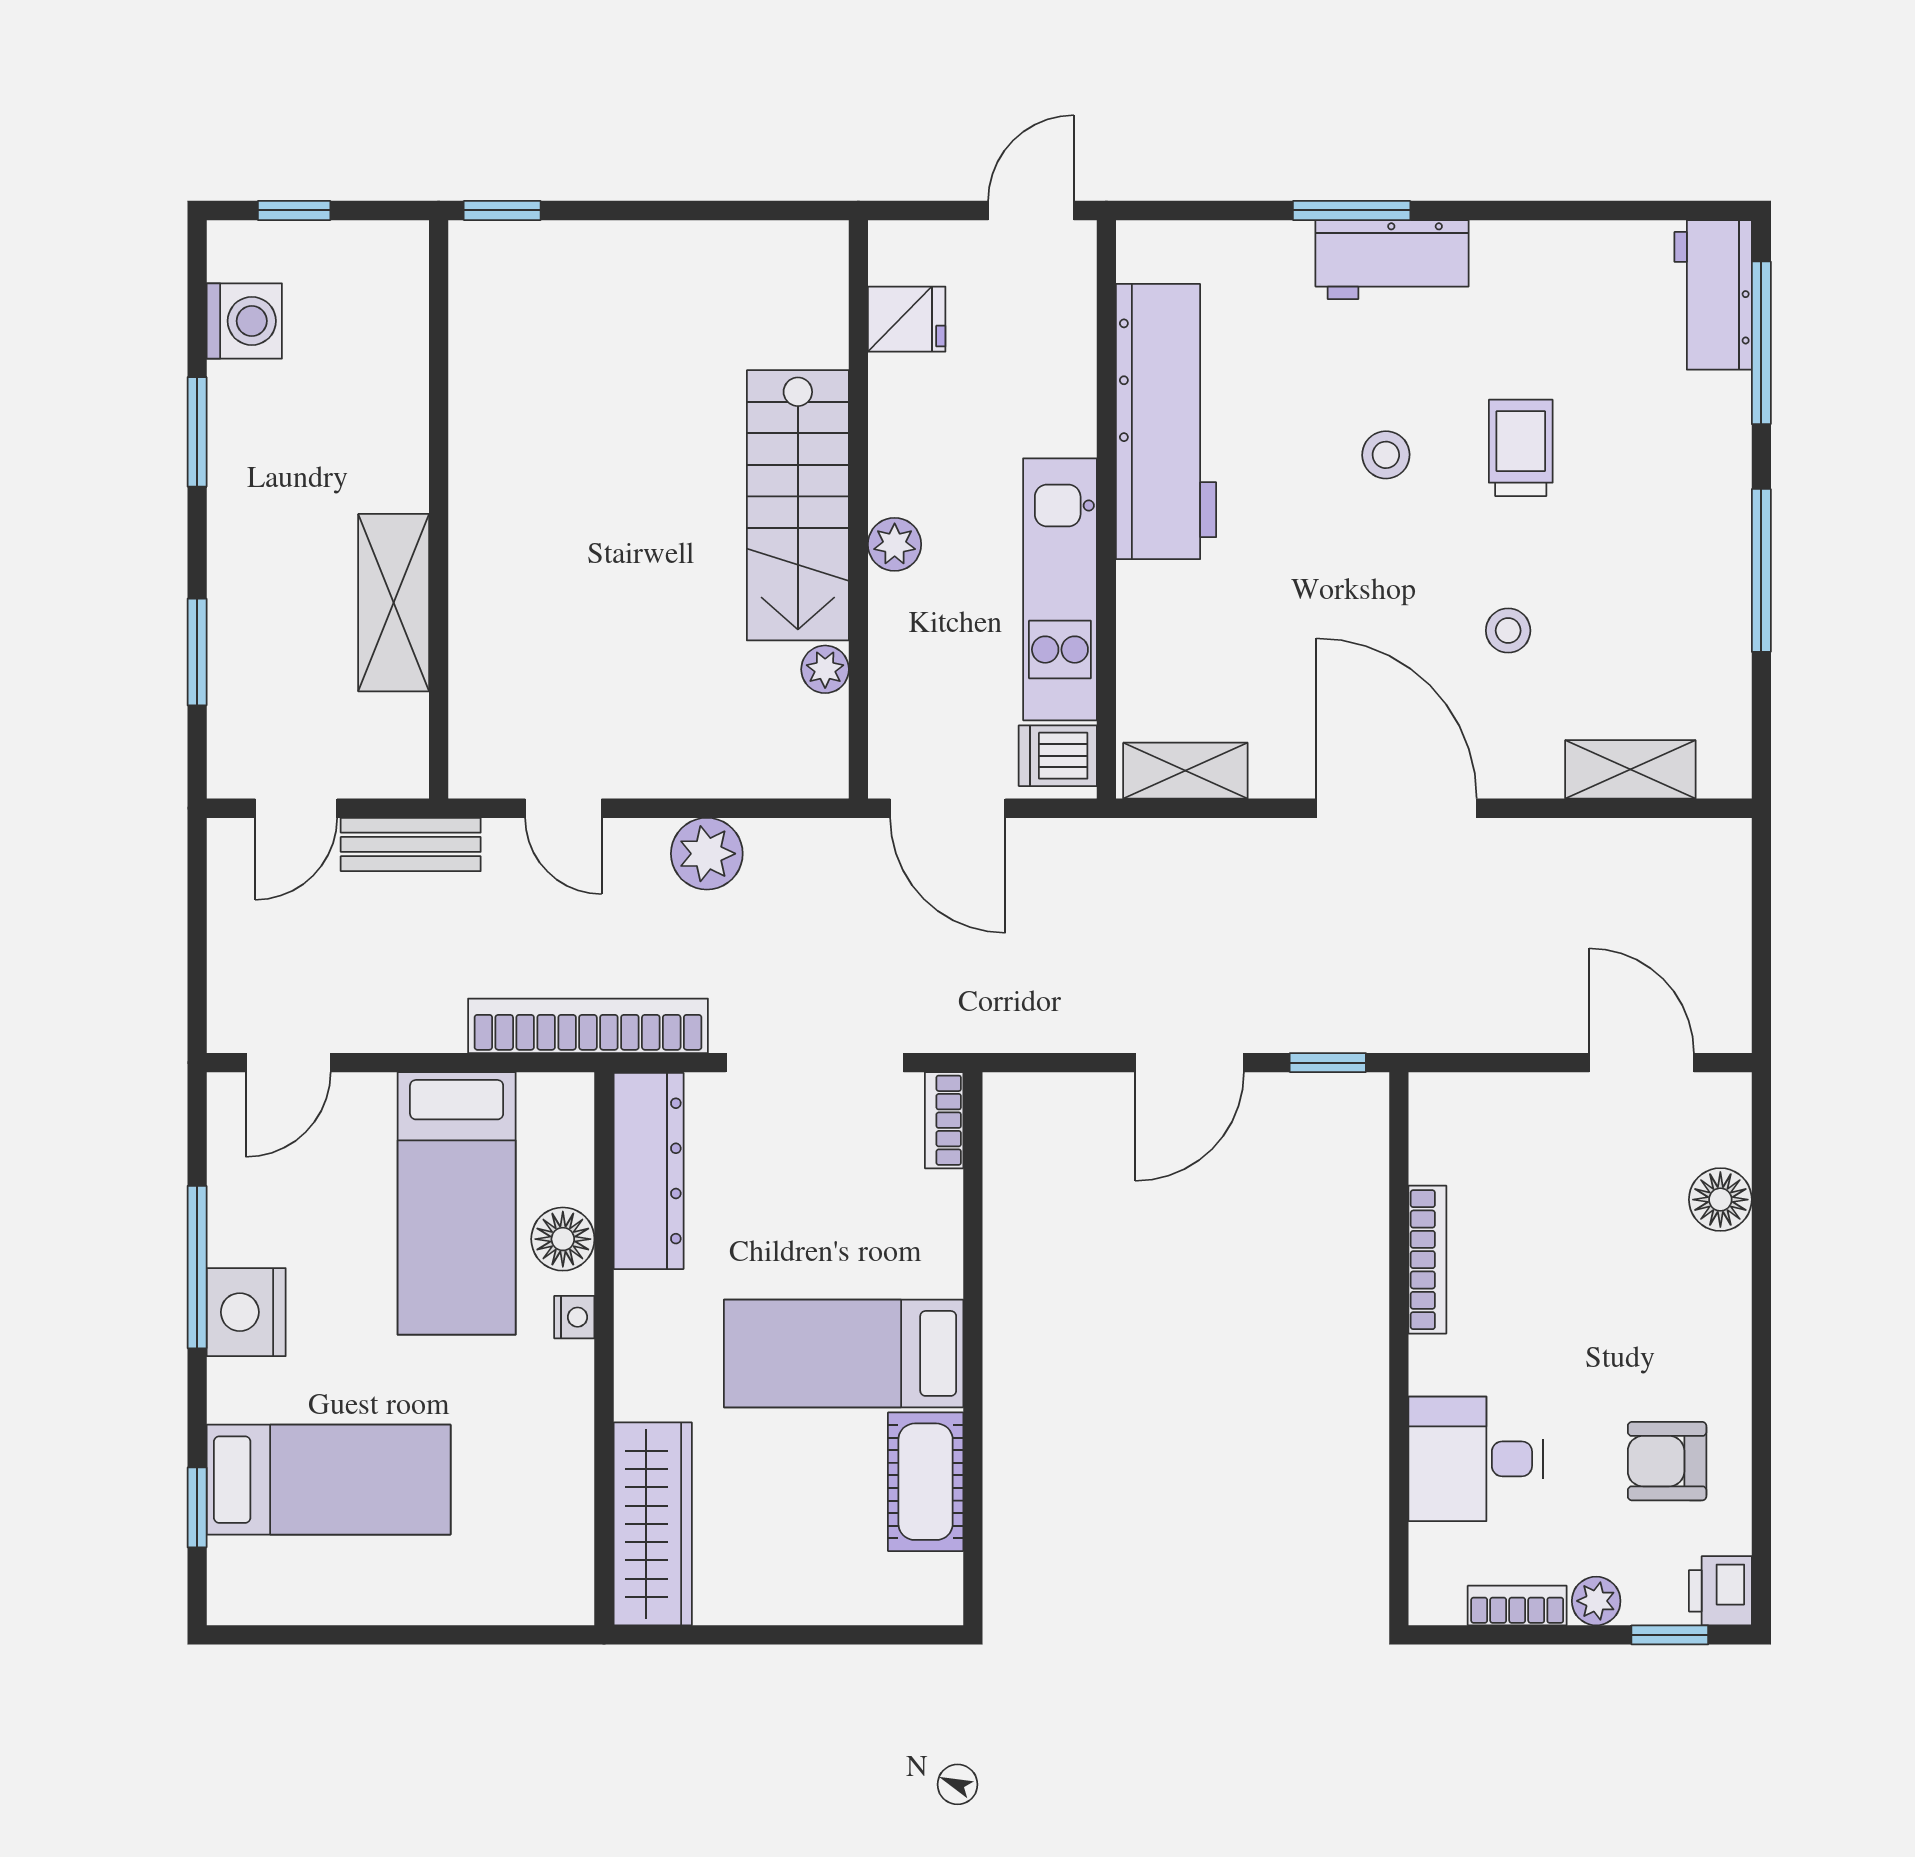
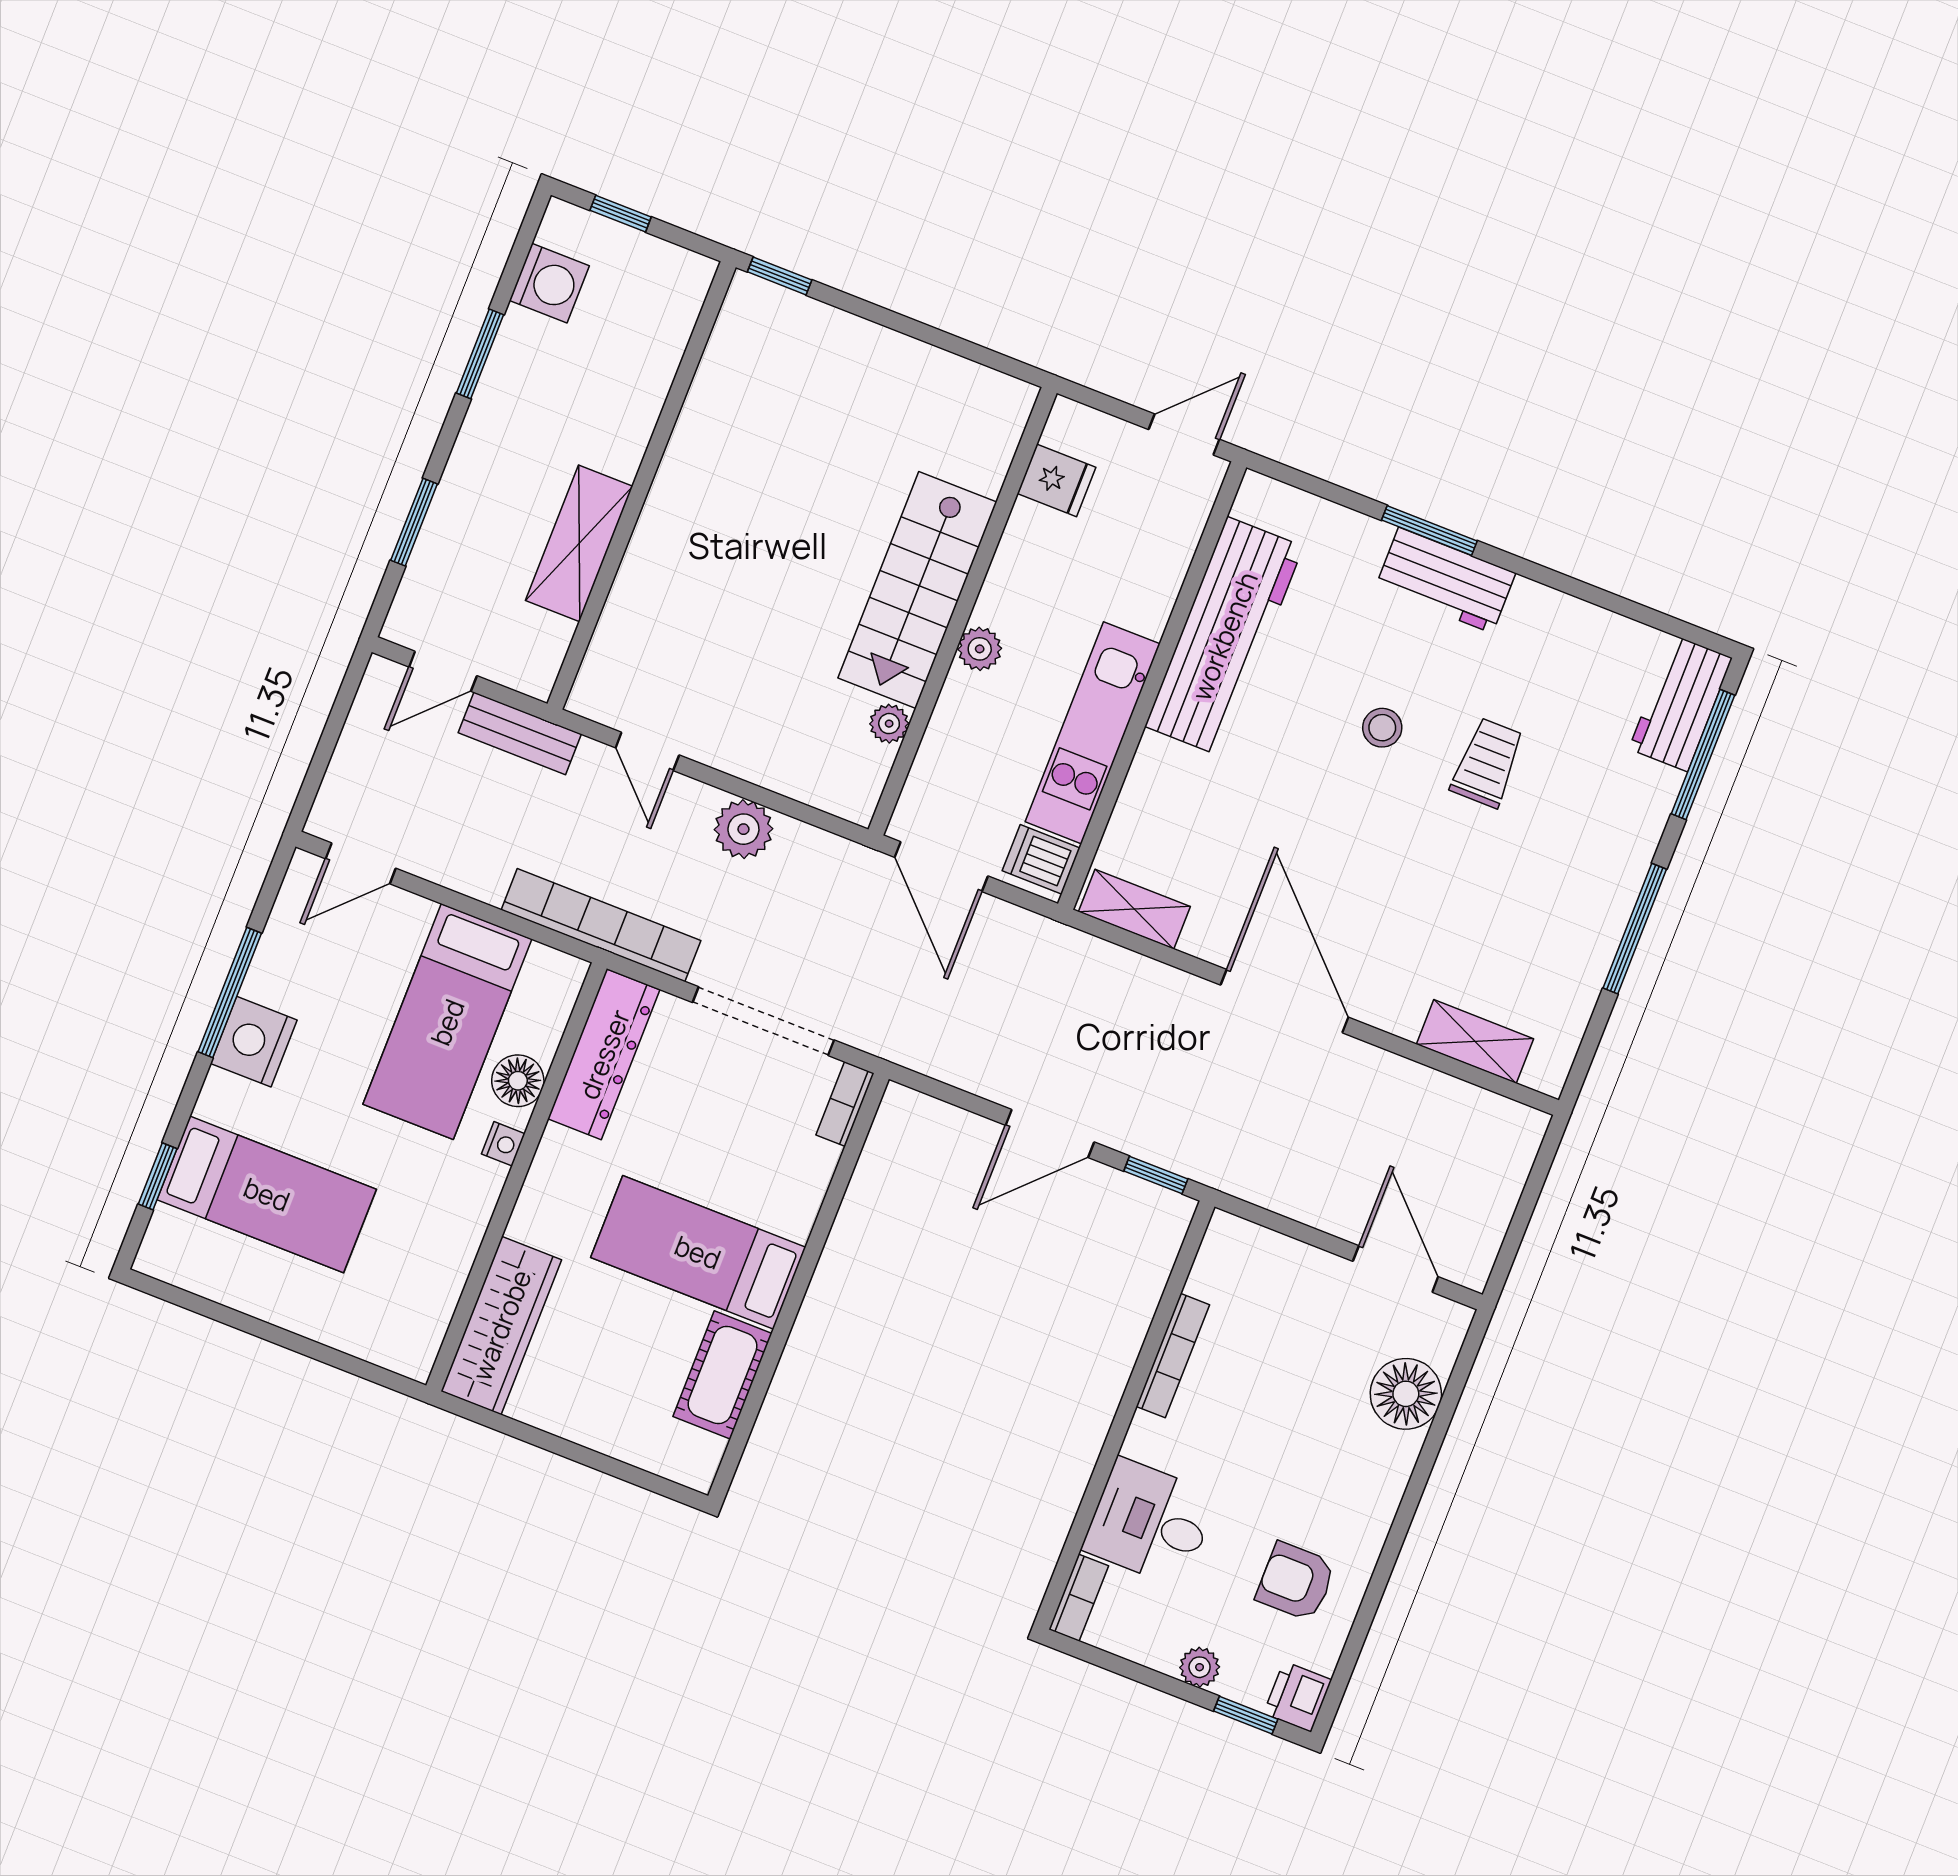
stool: (1508, 631) -> (1423, 899), removed
floor lamp: (1720, 1200) -> (1406, 1394), width x1.38, depth x1.38
bookcase: (1517, 1606) -> (1079, 1598), moved, turned 90

